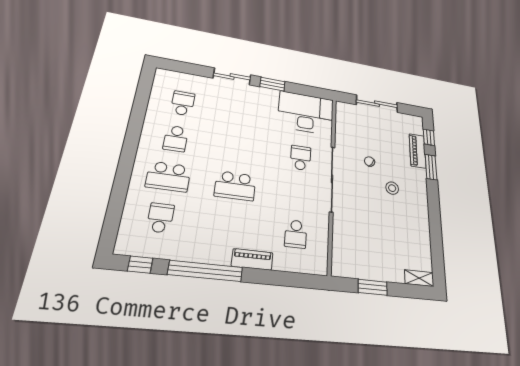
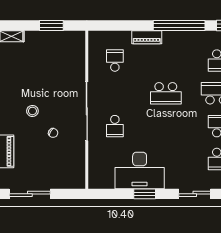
sliding door: (232, 76) -> (195, 194), moved
sliding door: (377, 104) -> (30, 194), moved
desk: (306, 113) -> (140, 170), moved
school desk: (235, 186) -> (166, 93), turned 180

